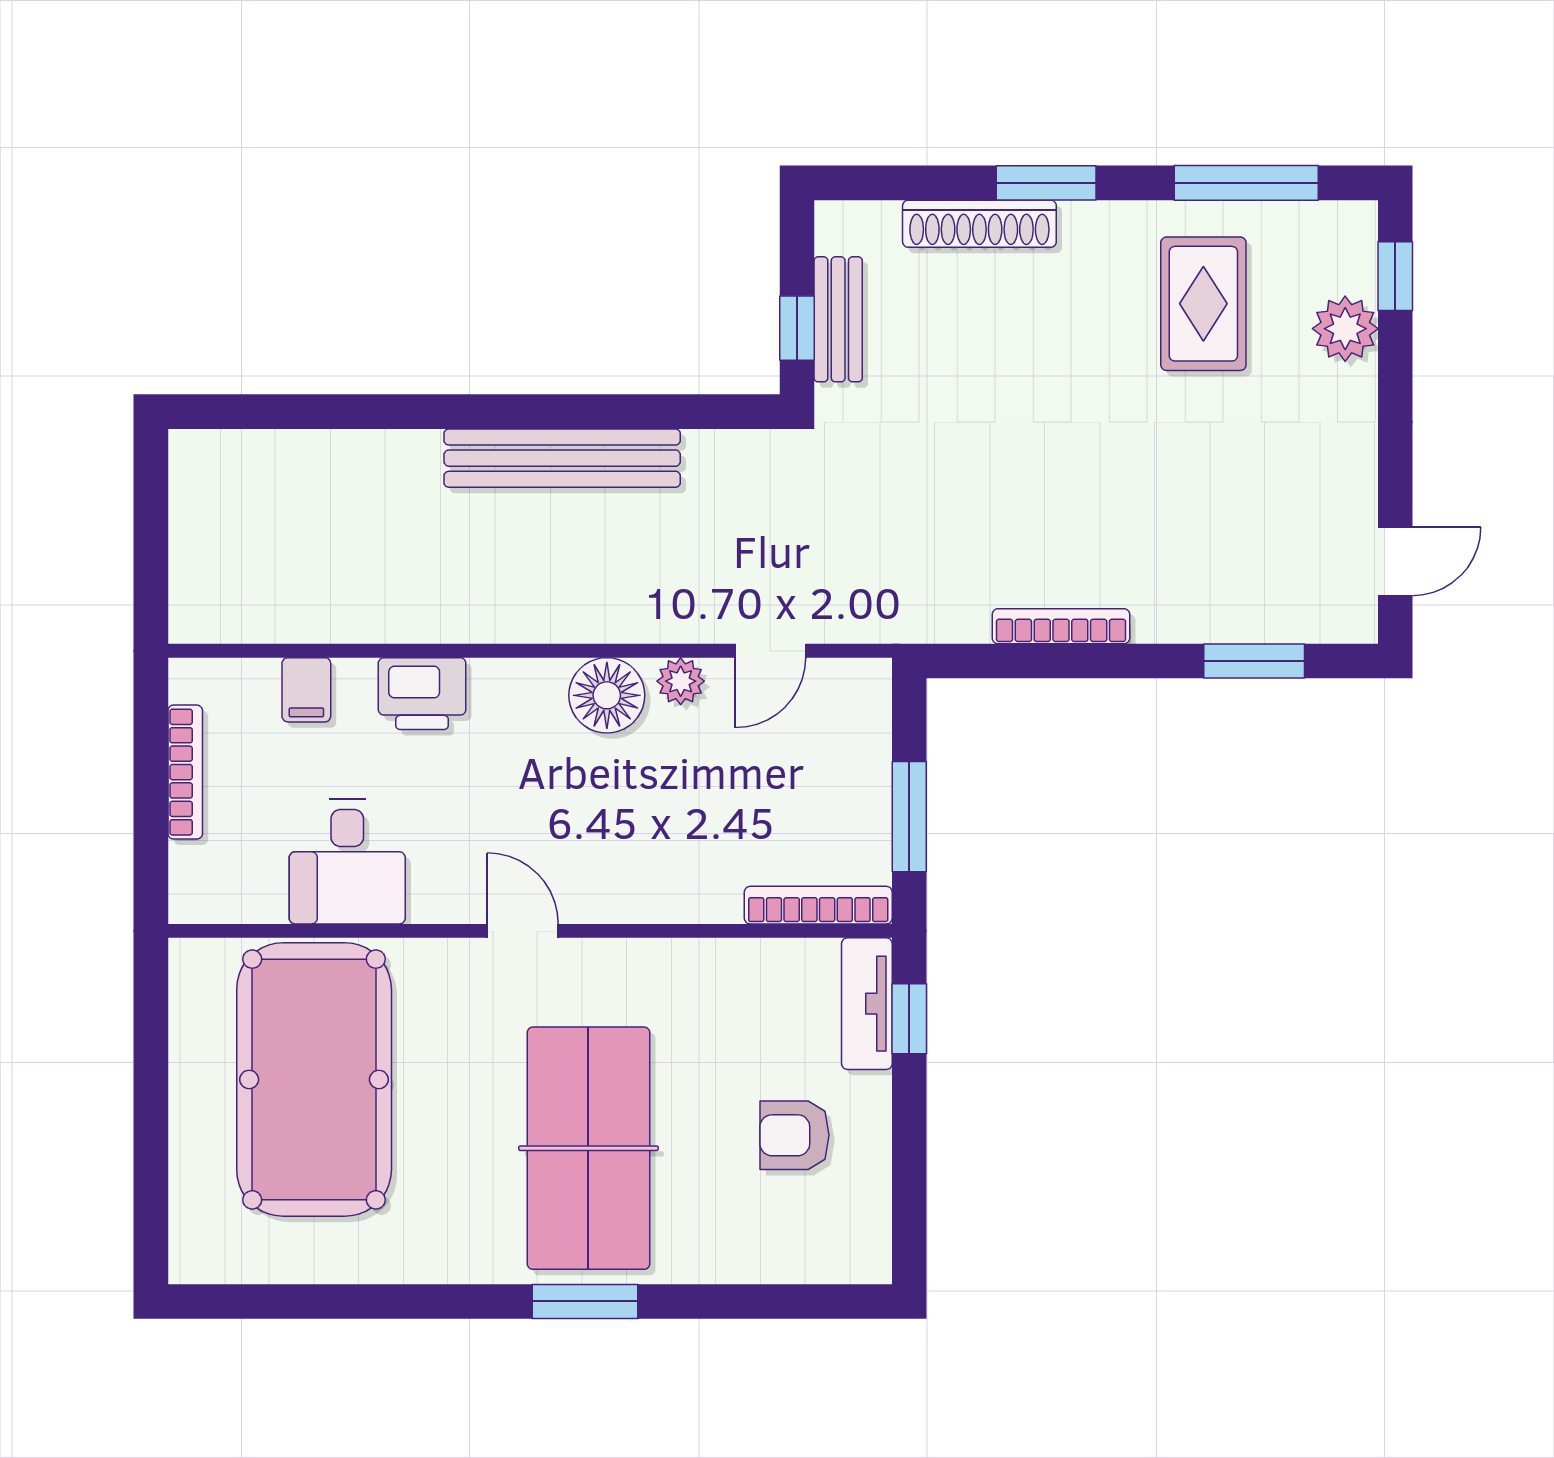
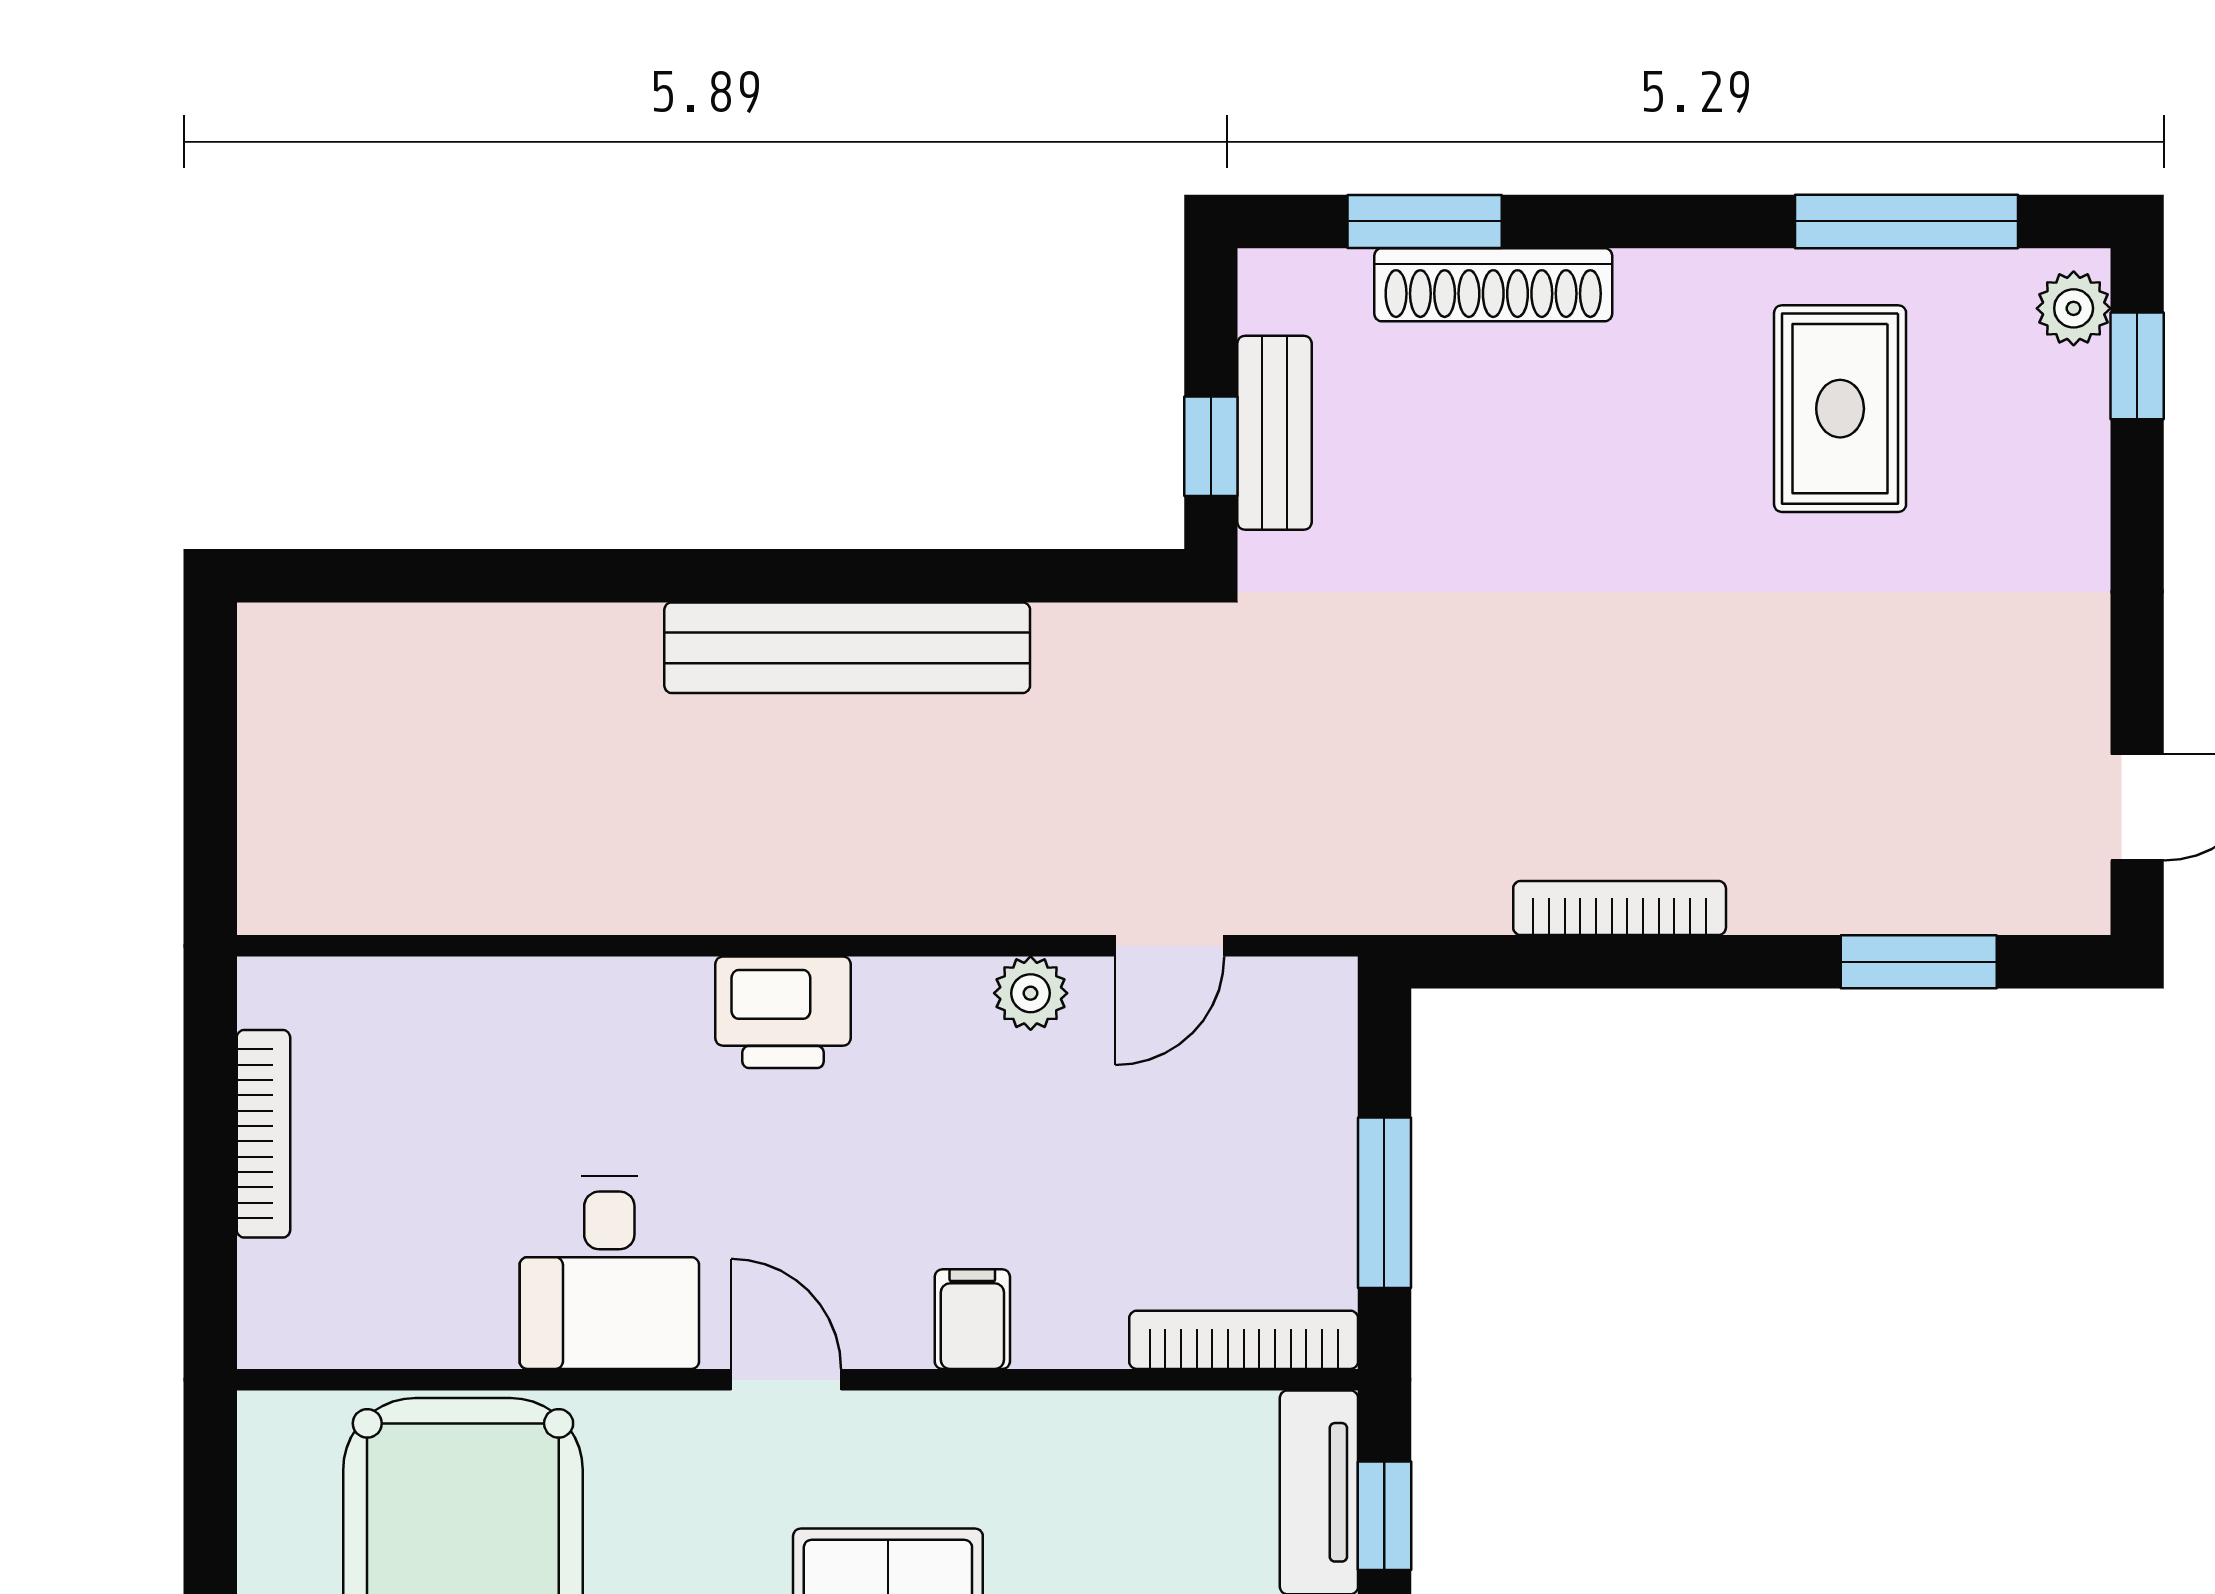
window: (1046, 183) -> (1425, 221), moved
plant: (1345, 329) -> (2074, 308), moved, width x0.73, depth x0.73
filing cabinet: (306, 690) -> (972, 1319), moved, turned 180
printer: (422, 694) -> (783, 1012), moved
floor lamp: (607, 695) -> (916, 1015), removed
desk: (347, 862) -> (609, 1273), moved

